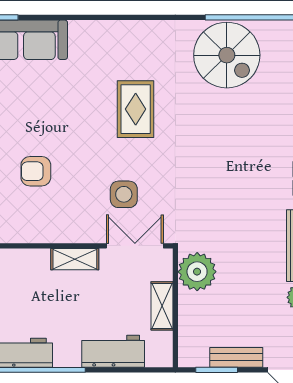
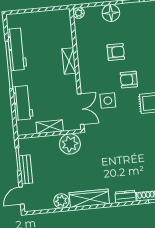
armchair: (89, 152) -> (129, 80), added
armchair: (36, 171) -> (116, 52), turned 90
shelving: (75, 259) -> (69, 61), moved

